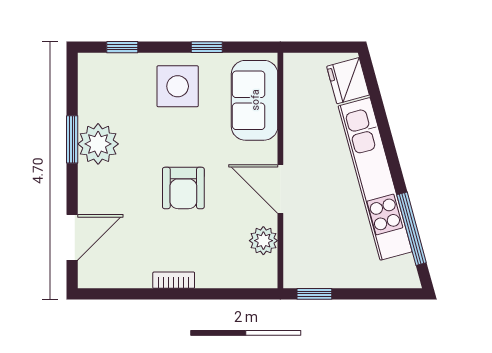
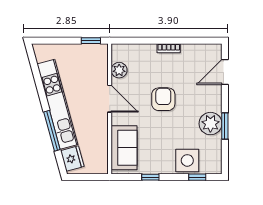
side table: (178, 86) -> (187, 160), moved
window: (412, 229) -> (52, 131), moved

